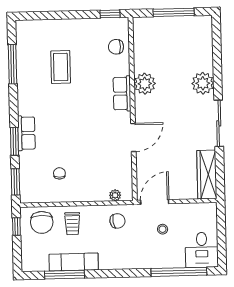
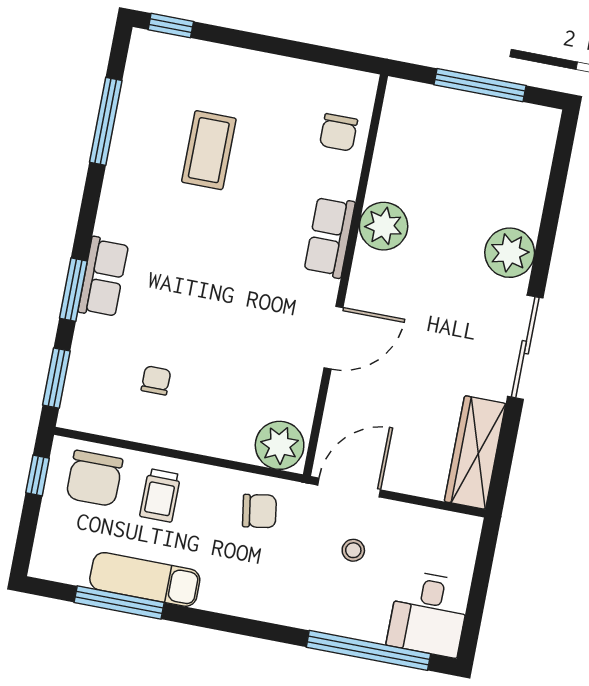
window: (110, 14) -> (171, 26), moved
chair: (116, 47) -> (339, 132), turned -90
plant: (115, 195) -> (280, 445), width x1.88, depth x1.88

